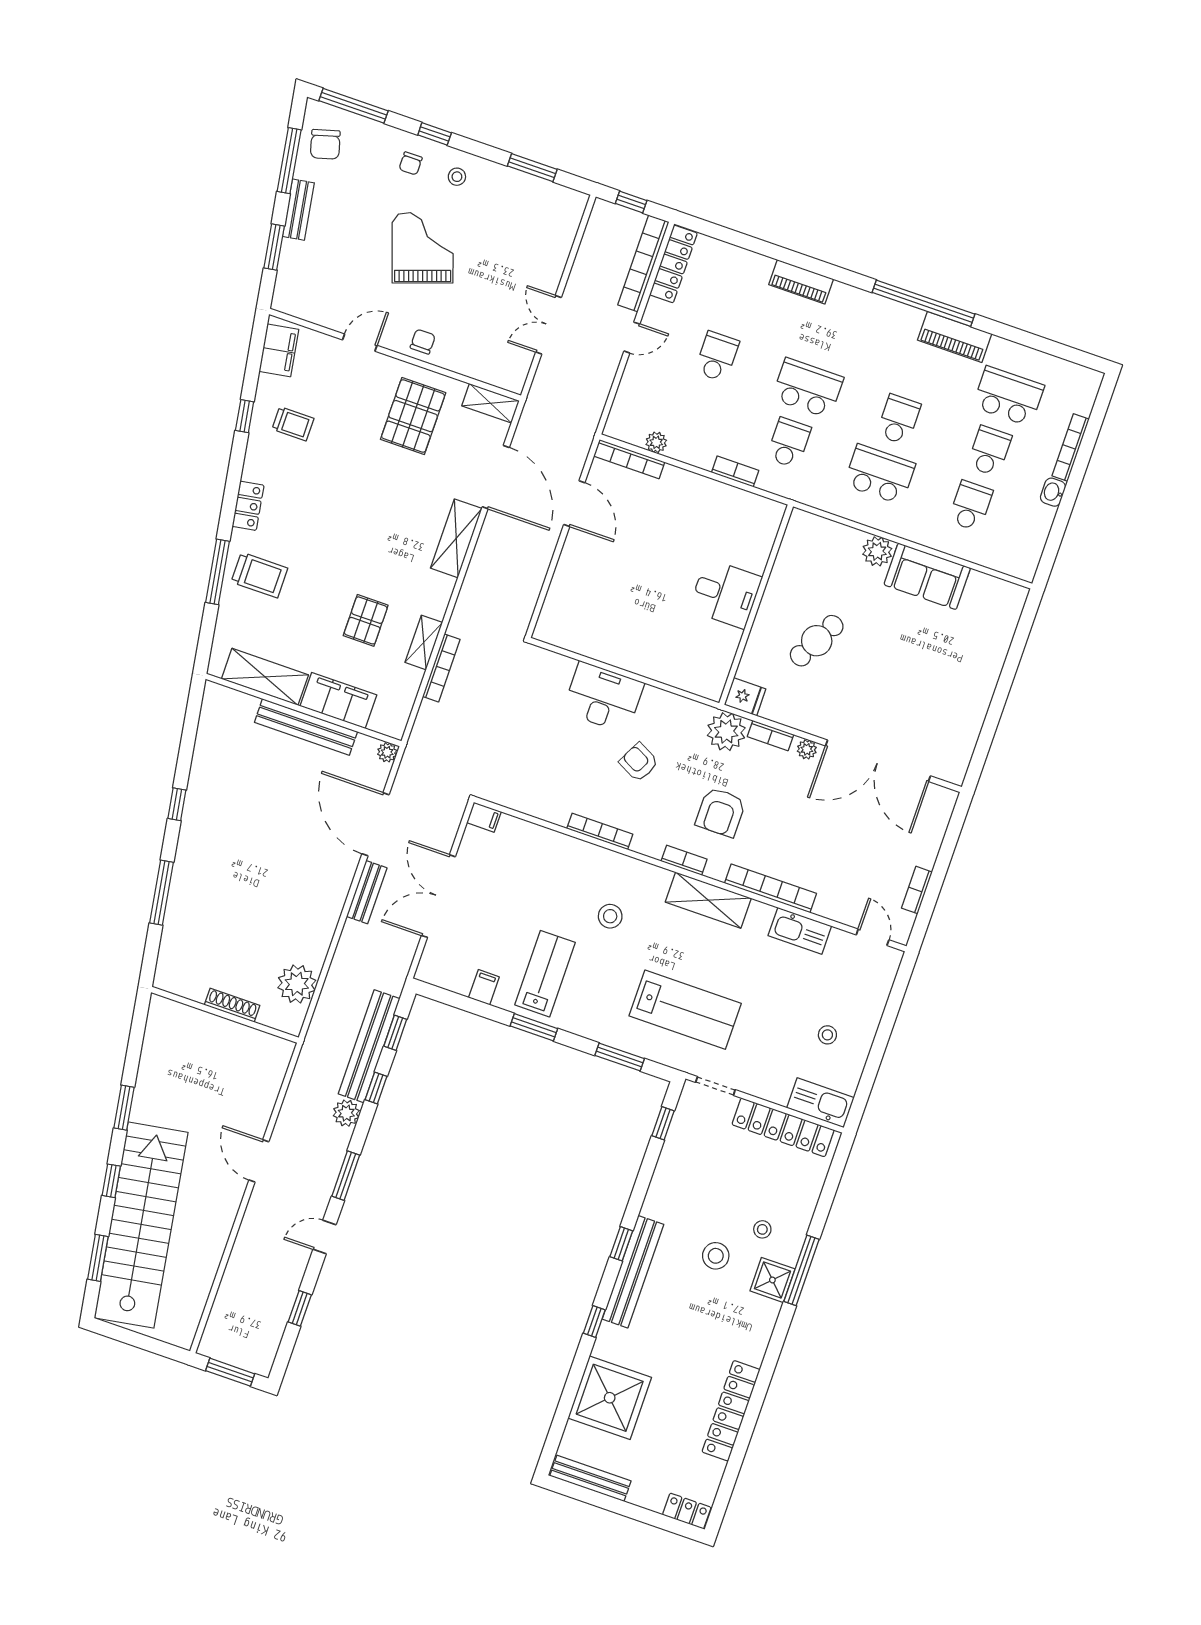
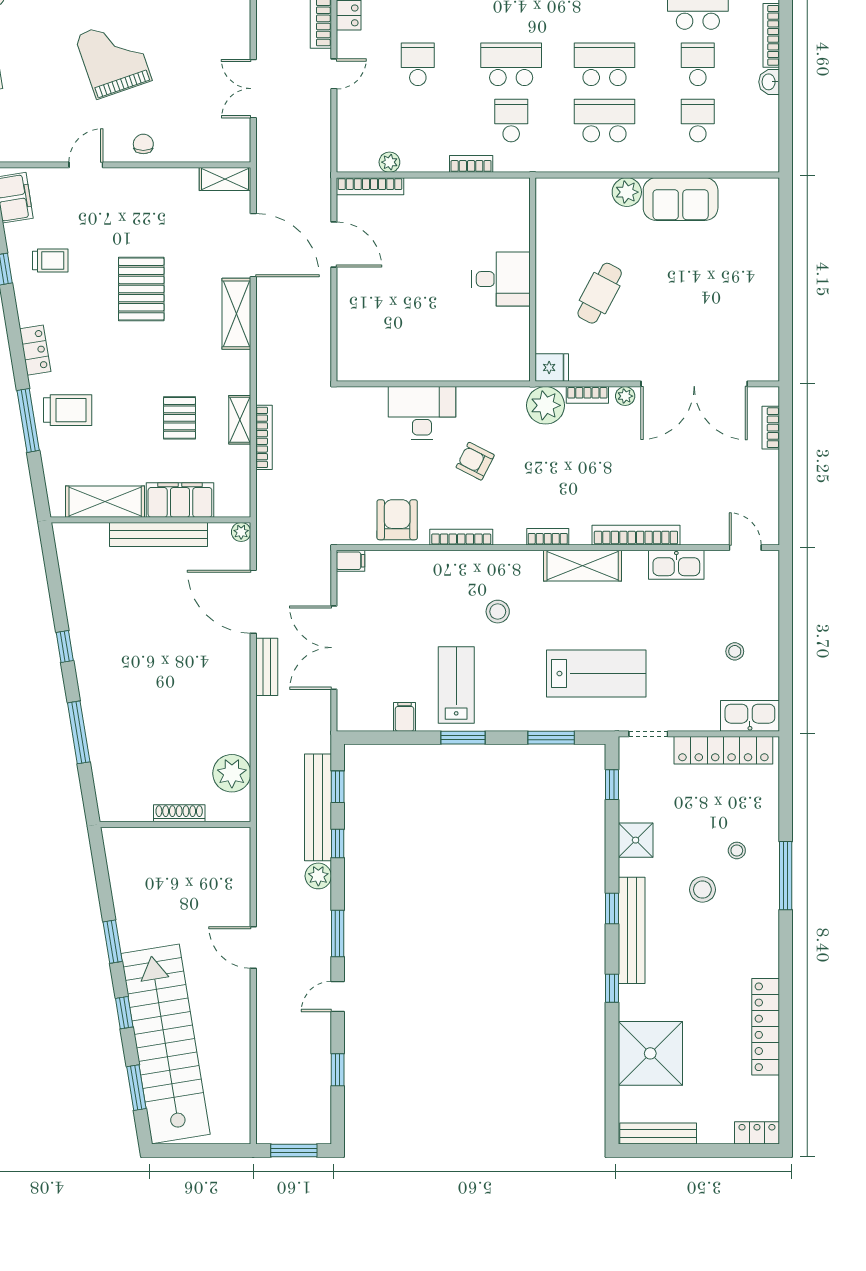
pallet: (413, 416) -> (141, 289), moved
school desk: (899, 419) -> (605, 64), width x1.85
armchair: (721, 812) -> (397, 520), moved, turned 180
bookcase: (917, 890) -> (771, 428), moved
shower: (772, 1280) -> (636, 840), moved

